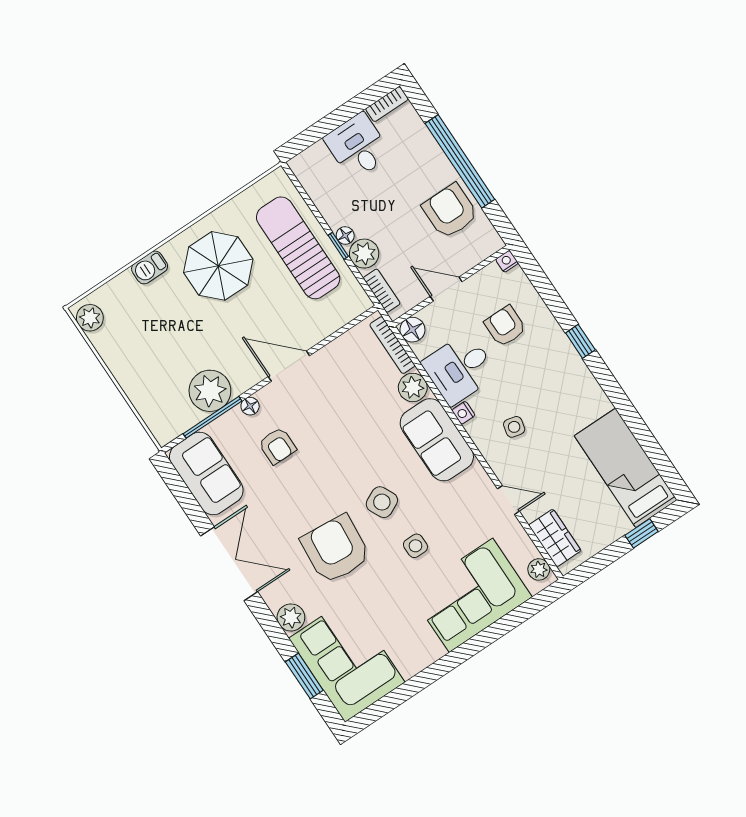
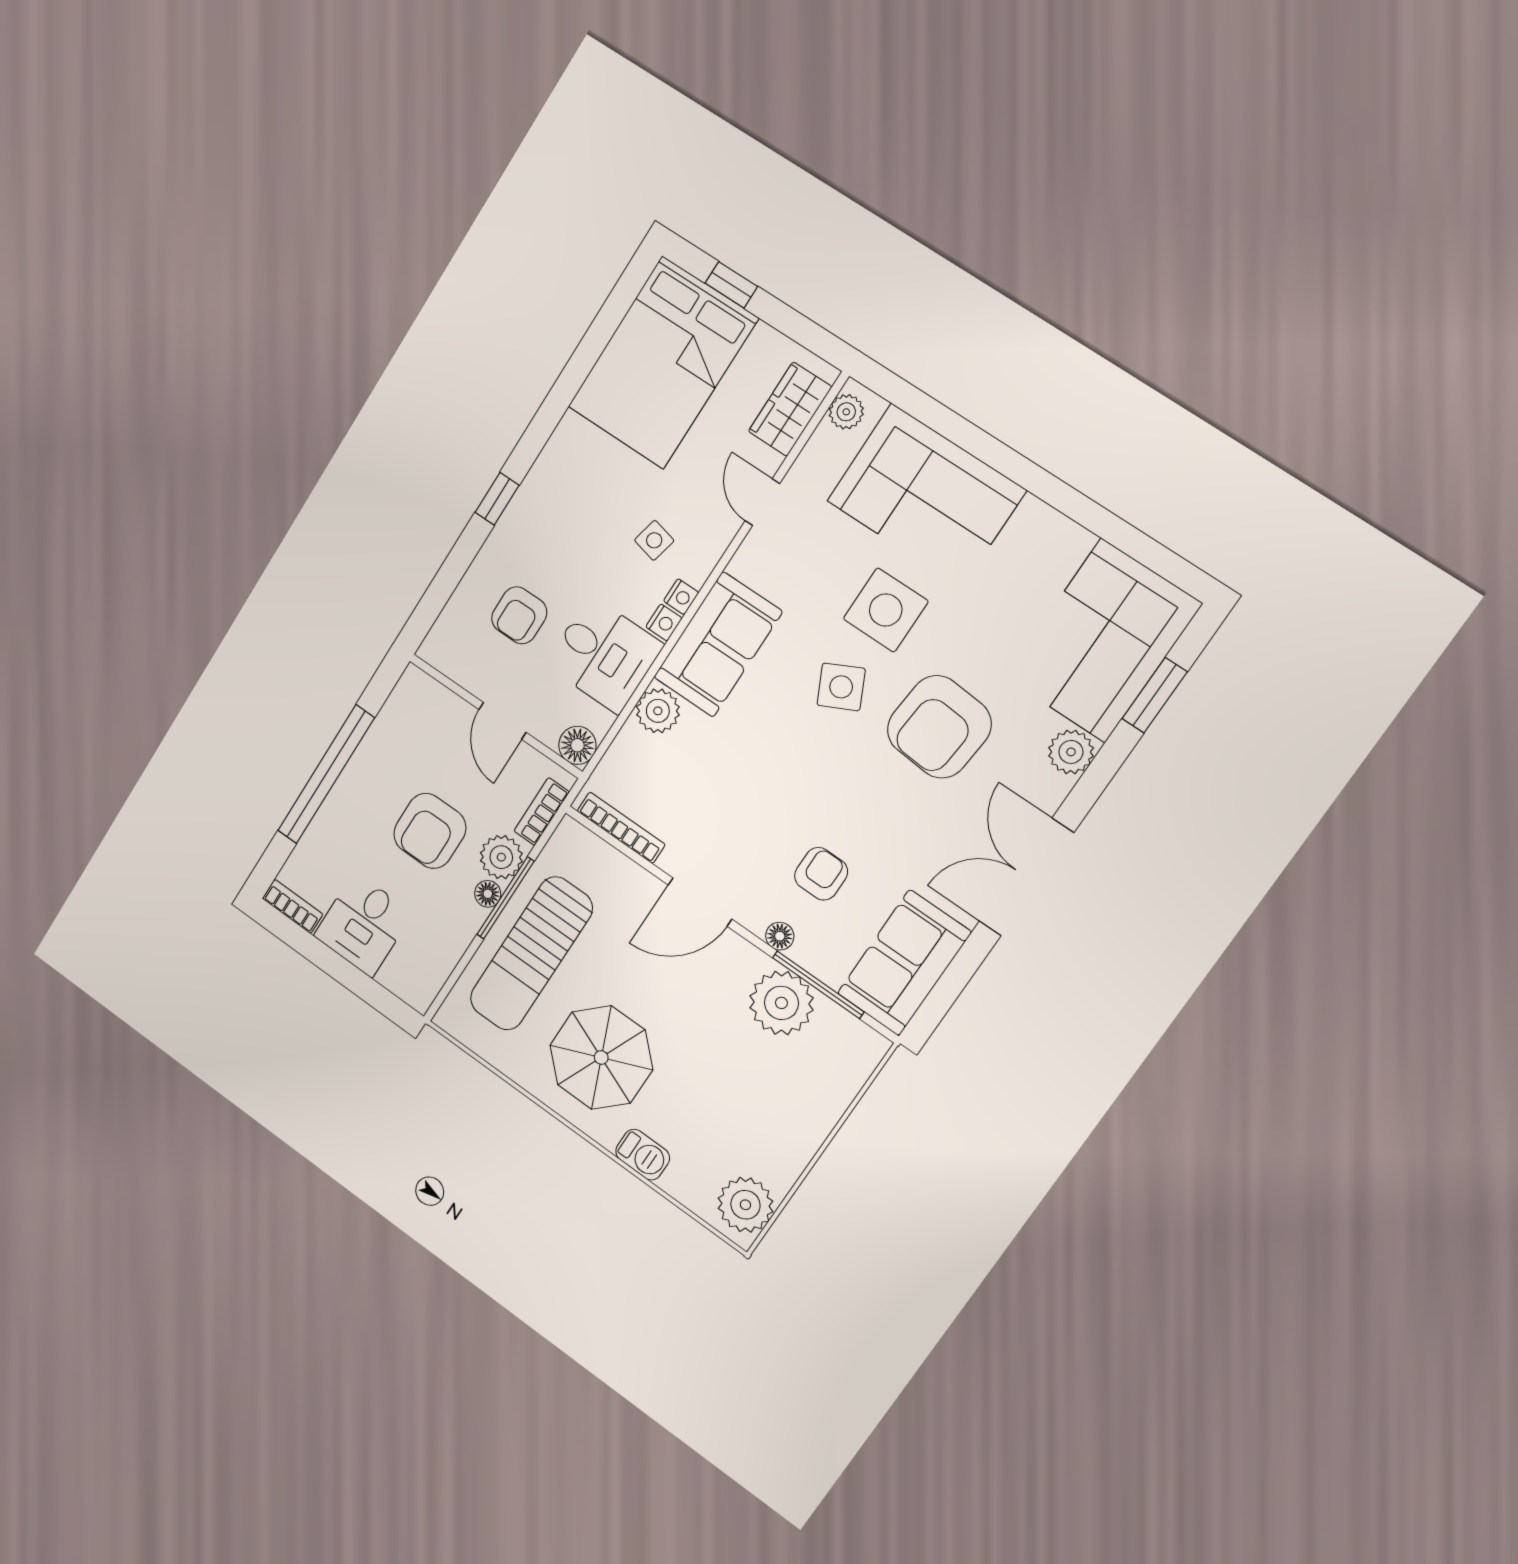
armchair: (450, 211) -> (430, 831), moved
window: (338, 246) -> (506, 898), width x2.17
nightstand: (507, 261) -> (681, 597), moved, turned -90
plant: (90, 318) -> (745, 1205), width x1.36, depth x1.36
bookcase: (392, 345) -> (621, 828), moved, turned -90
door: (289, 366) -> (700, 902), hinge flipped
bed: (626, 468) -> (663, 363), width x1.50
side table: (415, 546) -> (886, 610), width x1.87, depth x1.87

